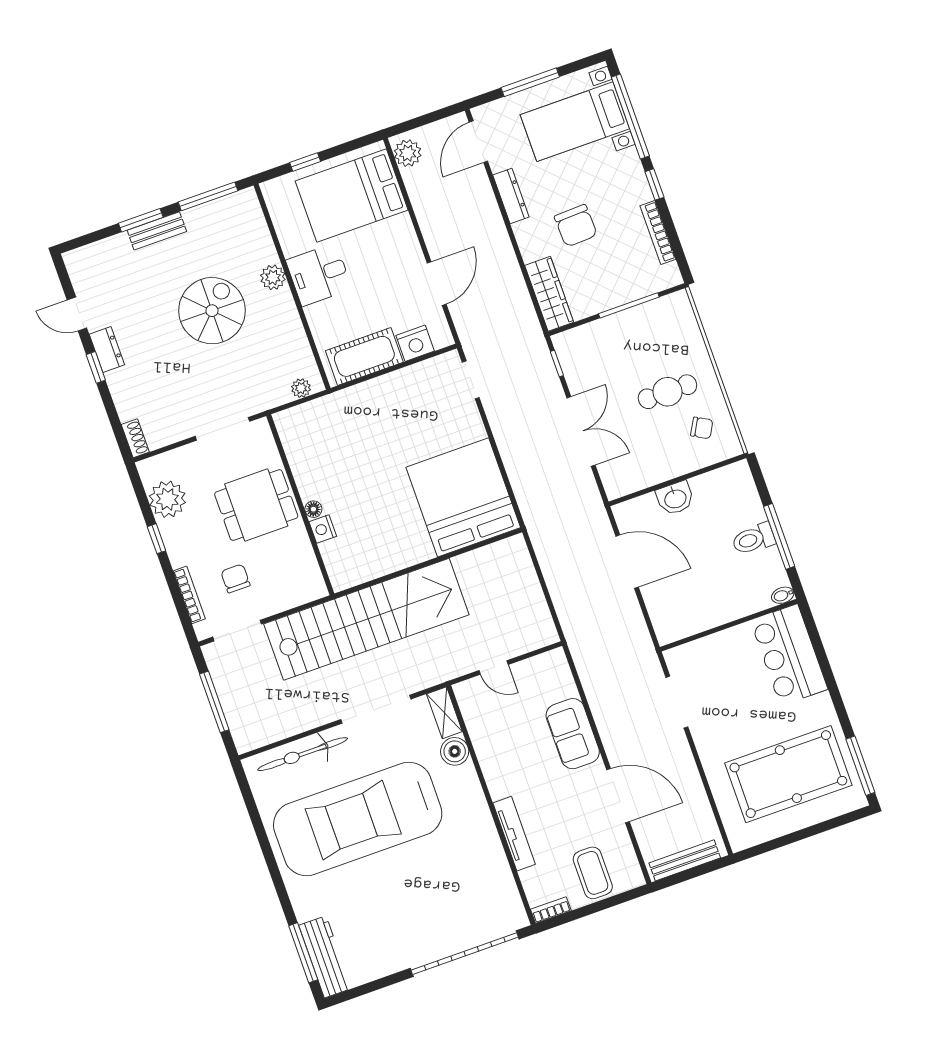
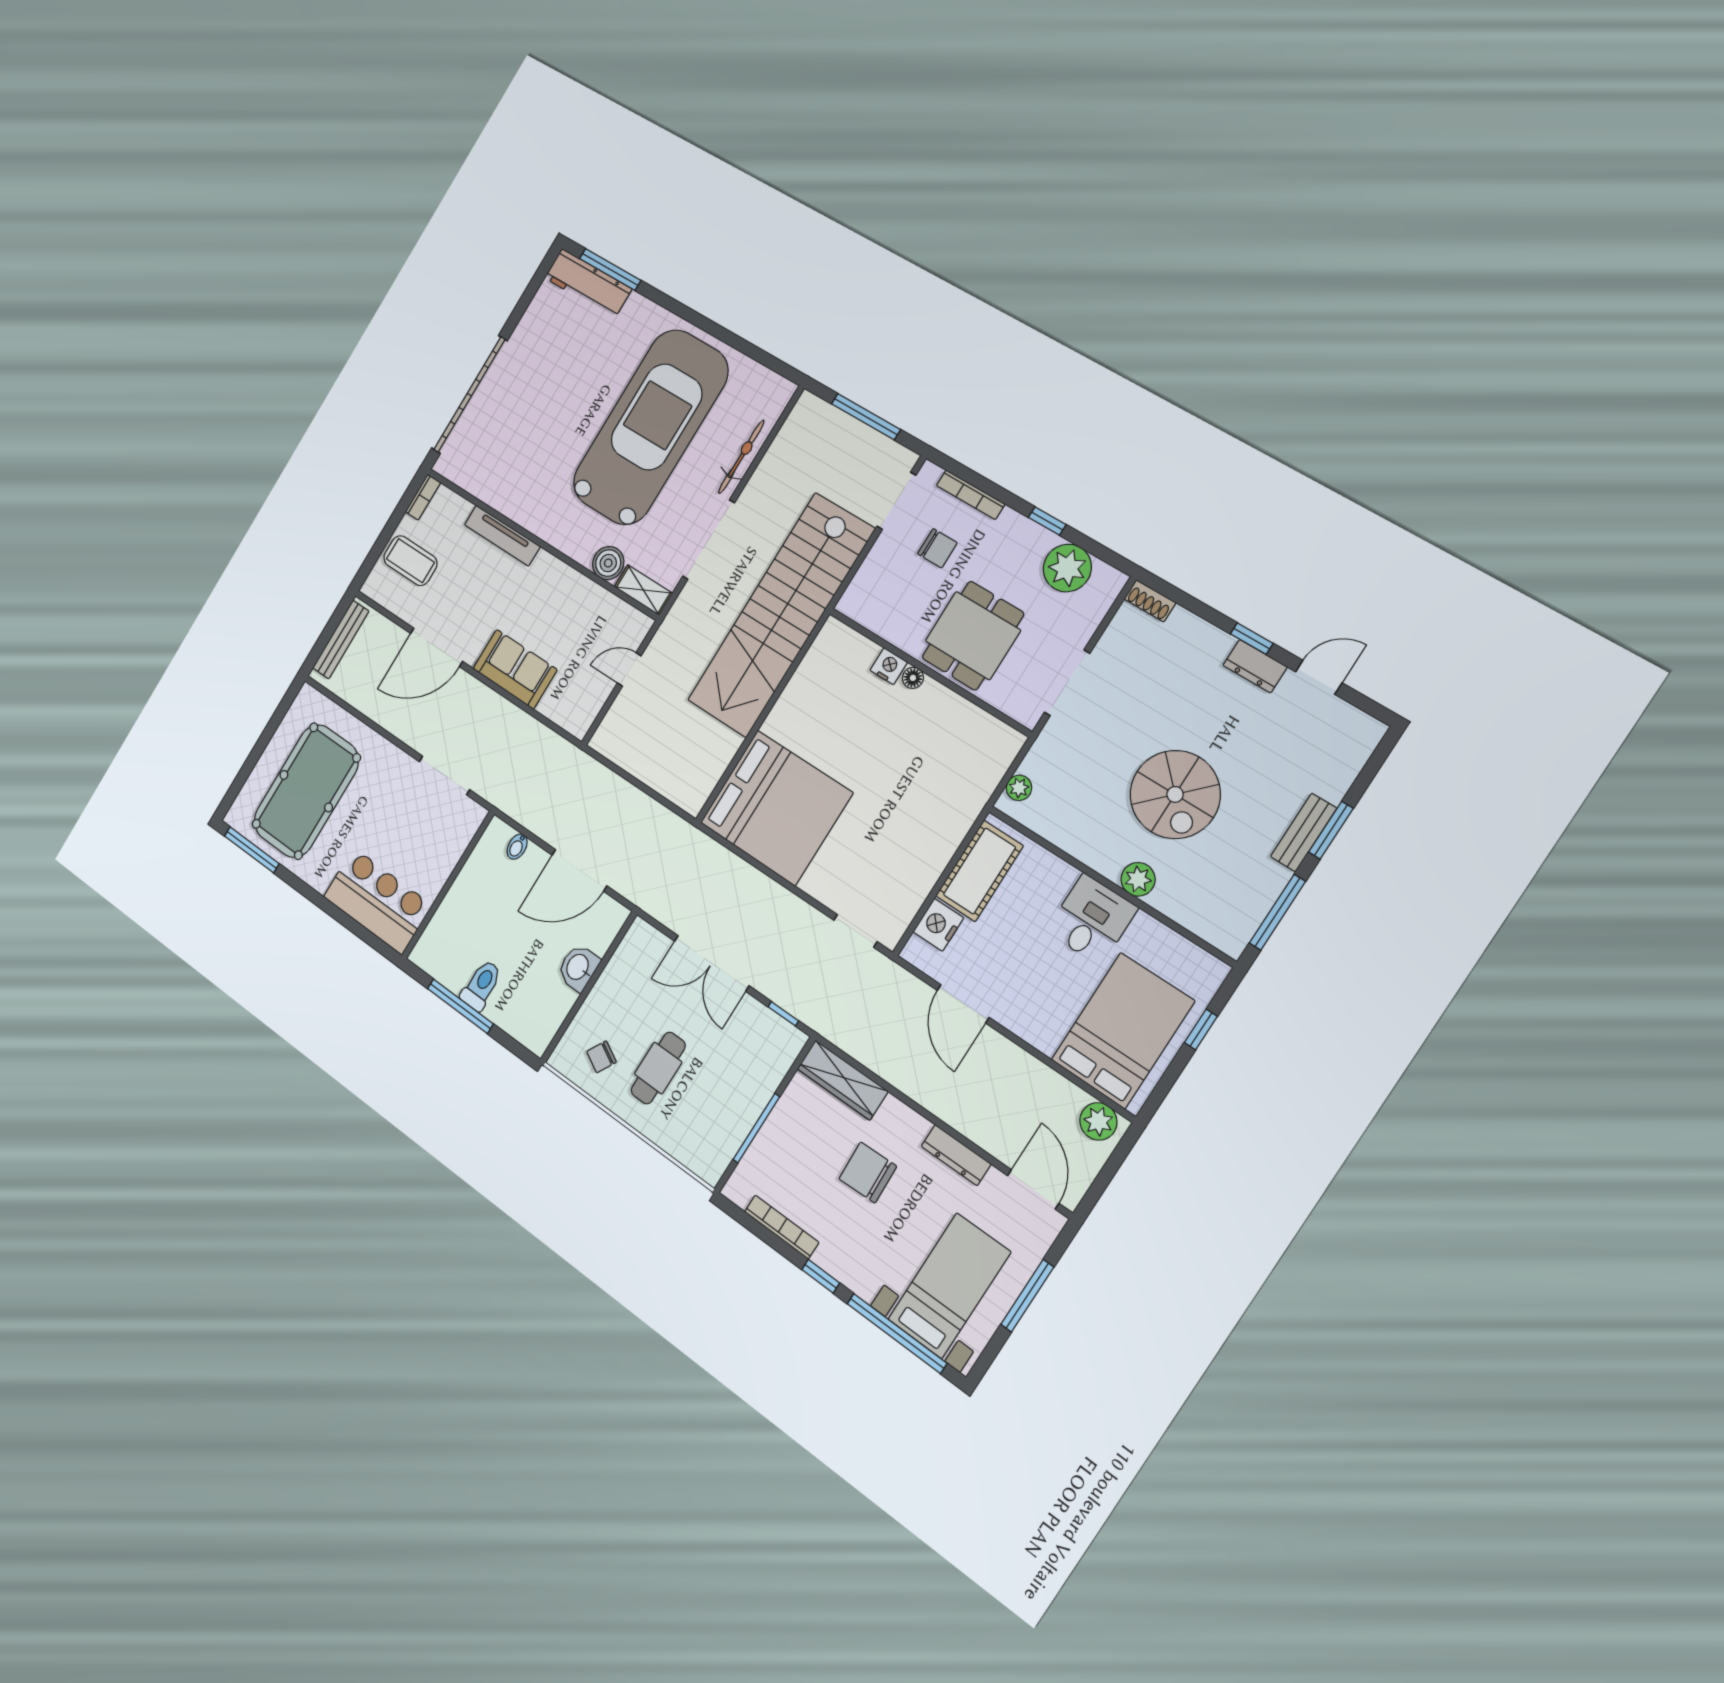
bidet: (783, 595) -> (517, 847), moved, turned 180
bicycle: (303, 754) -> (741, 457), width x0.73, depth x0.71

